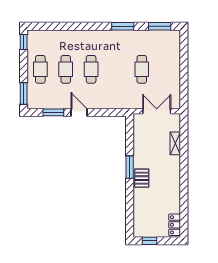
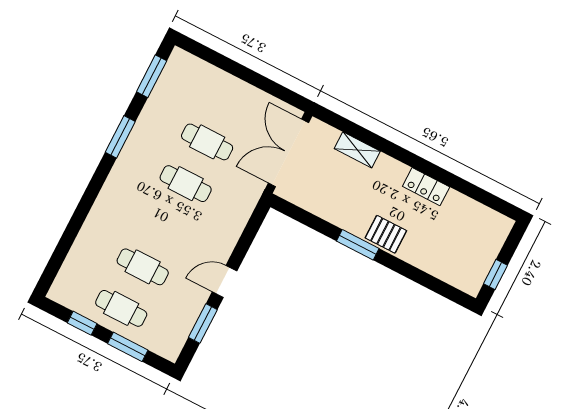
window: (24, 42) -> (82, 323), moved
cafe table: (91, 69) -> (186, 184), moved
window: (24, 93) -> (128, 347), moved
double door: (157, 111) -> (289, 153), width x1.37
locker: (175, 225) -> (426, 187), moved

